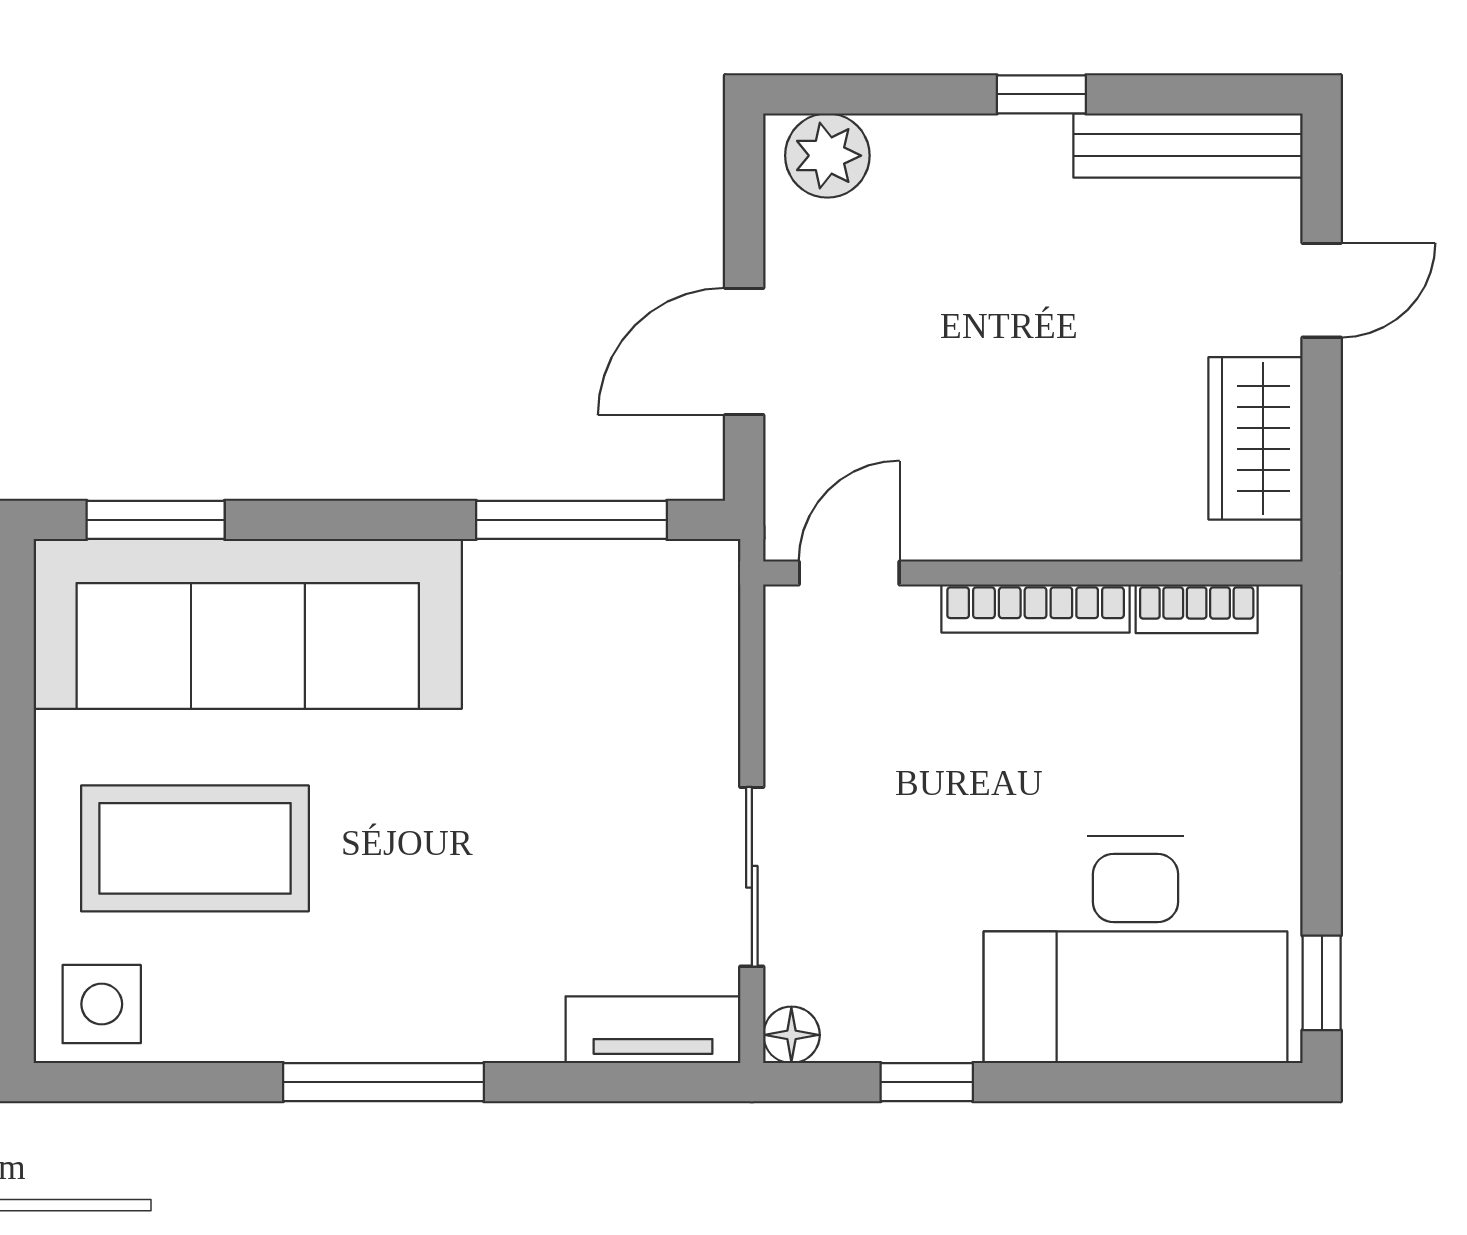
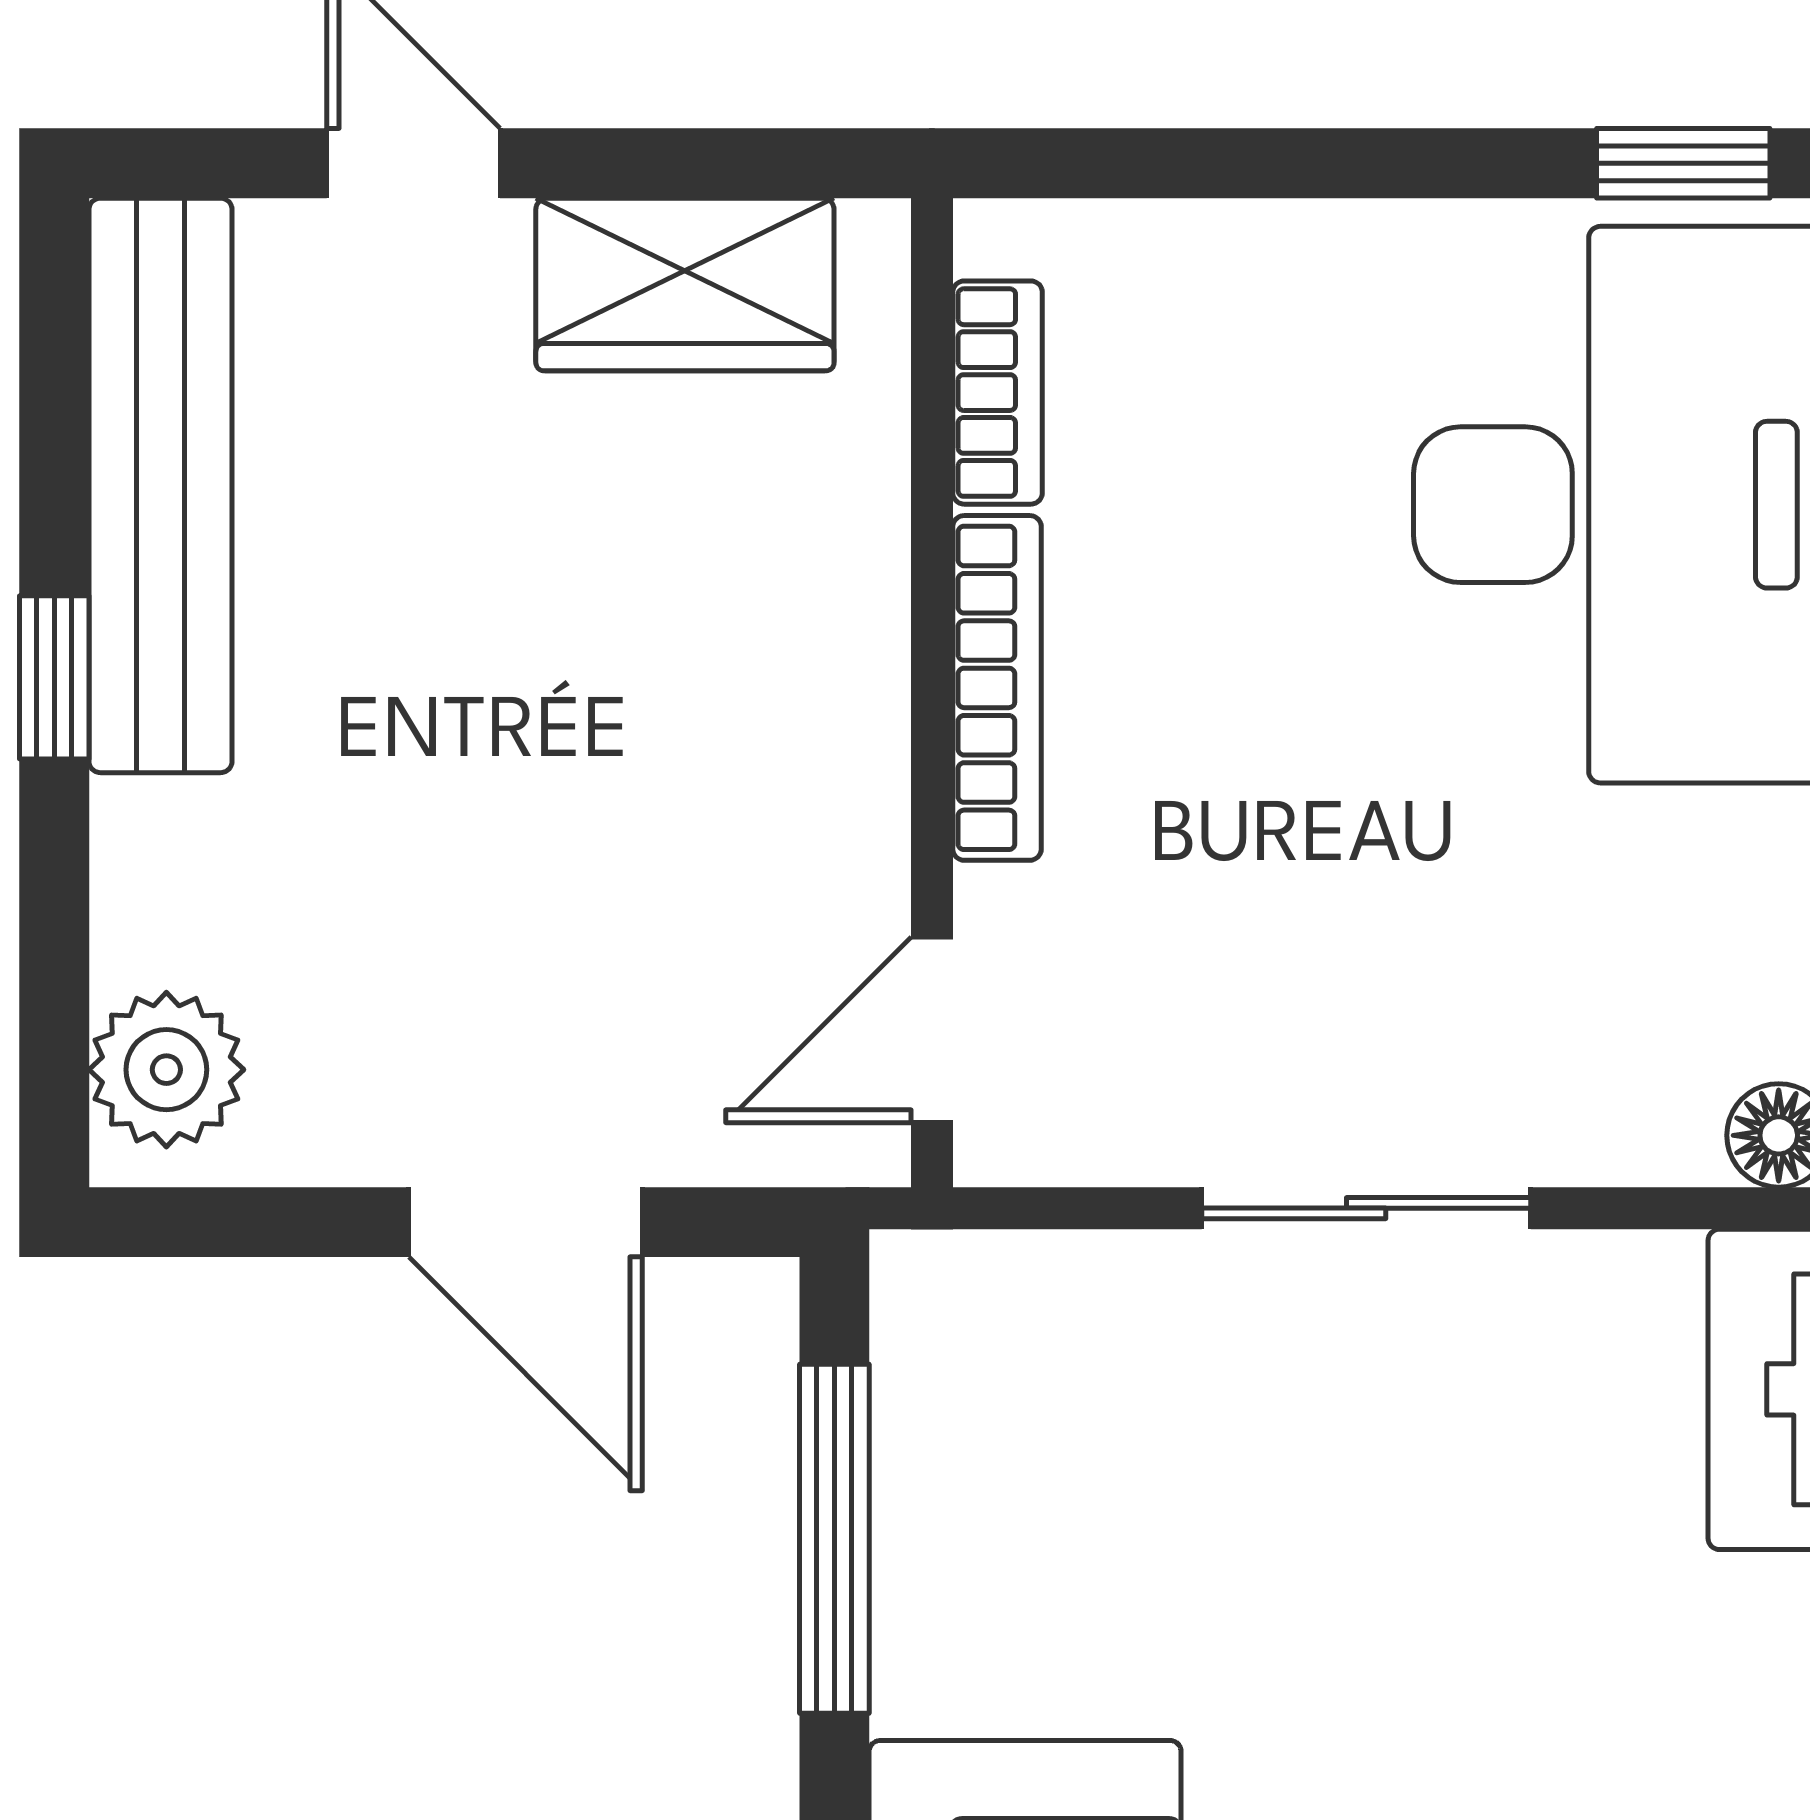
bench: (1188, 145) -> (161, 485), width x1.37, depth x1.21
door: (849, 573) -> (932, 1030), hinge flipped
sliding door: (752, 877) -> (1366, 1208), moved

